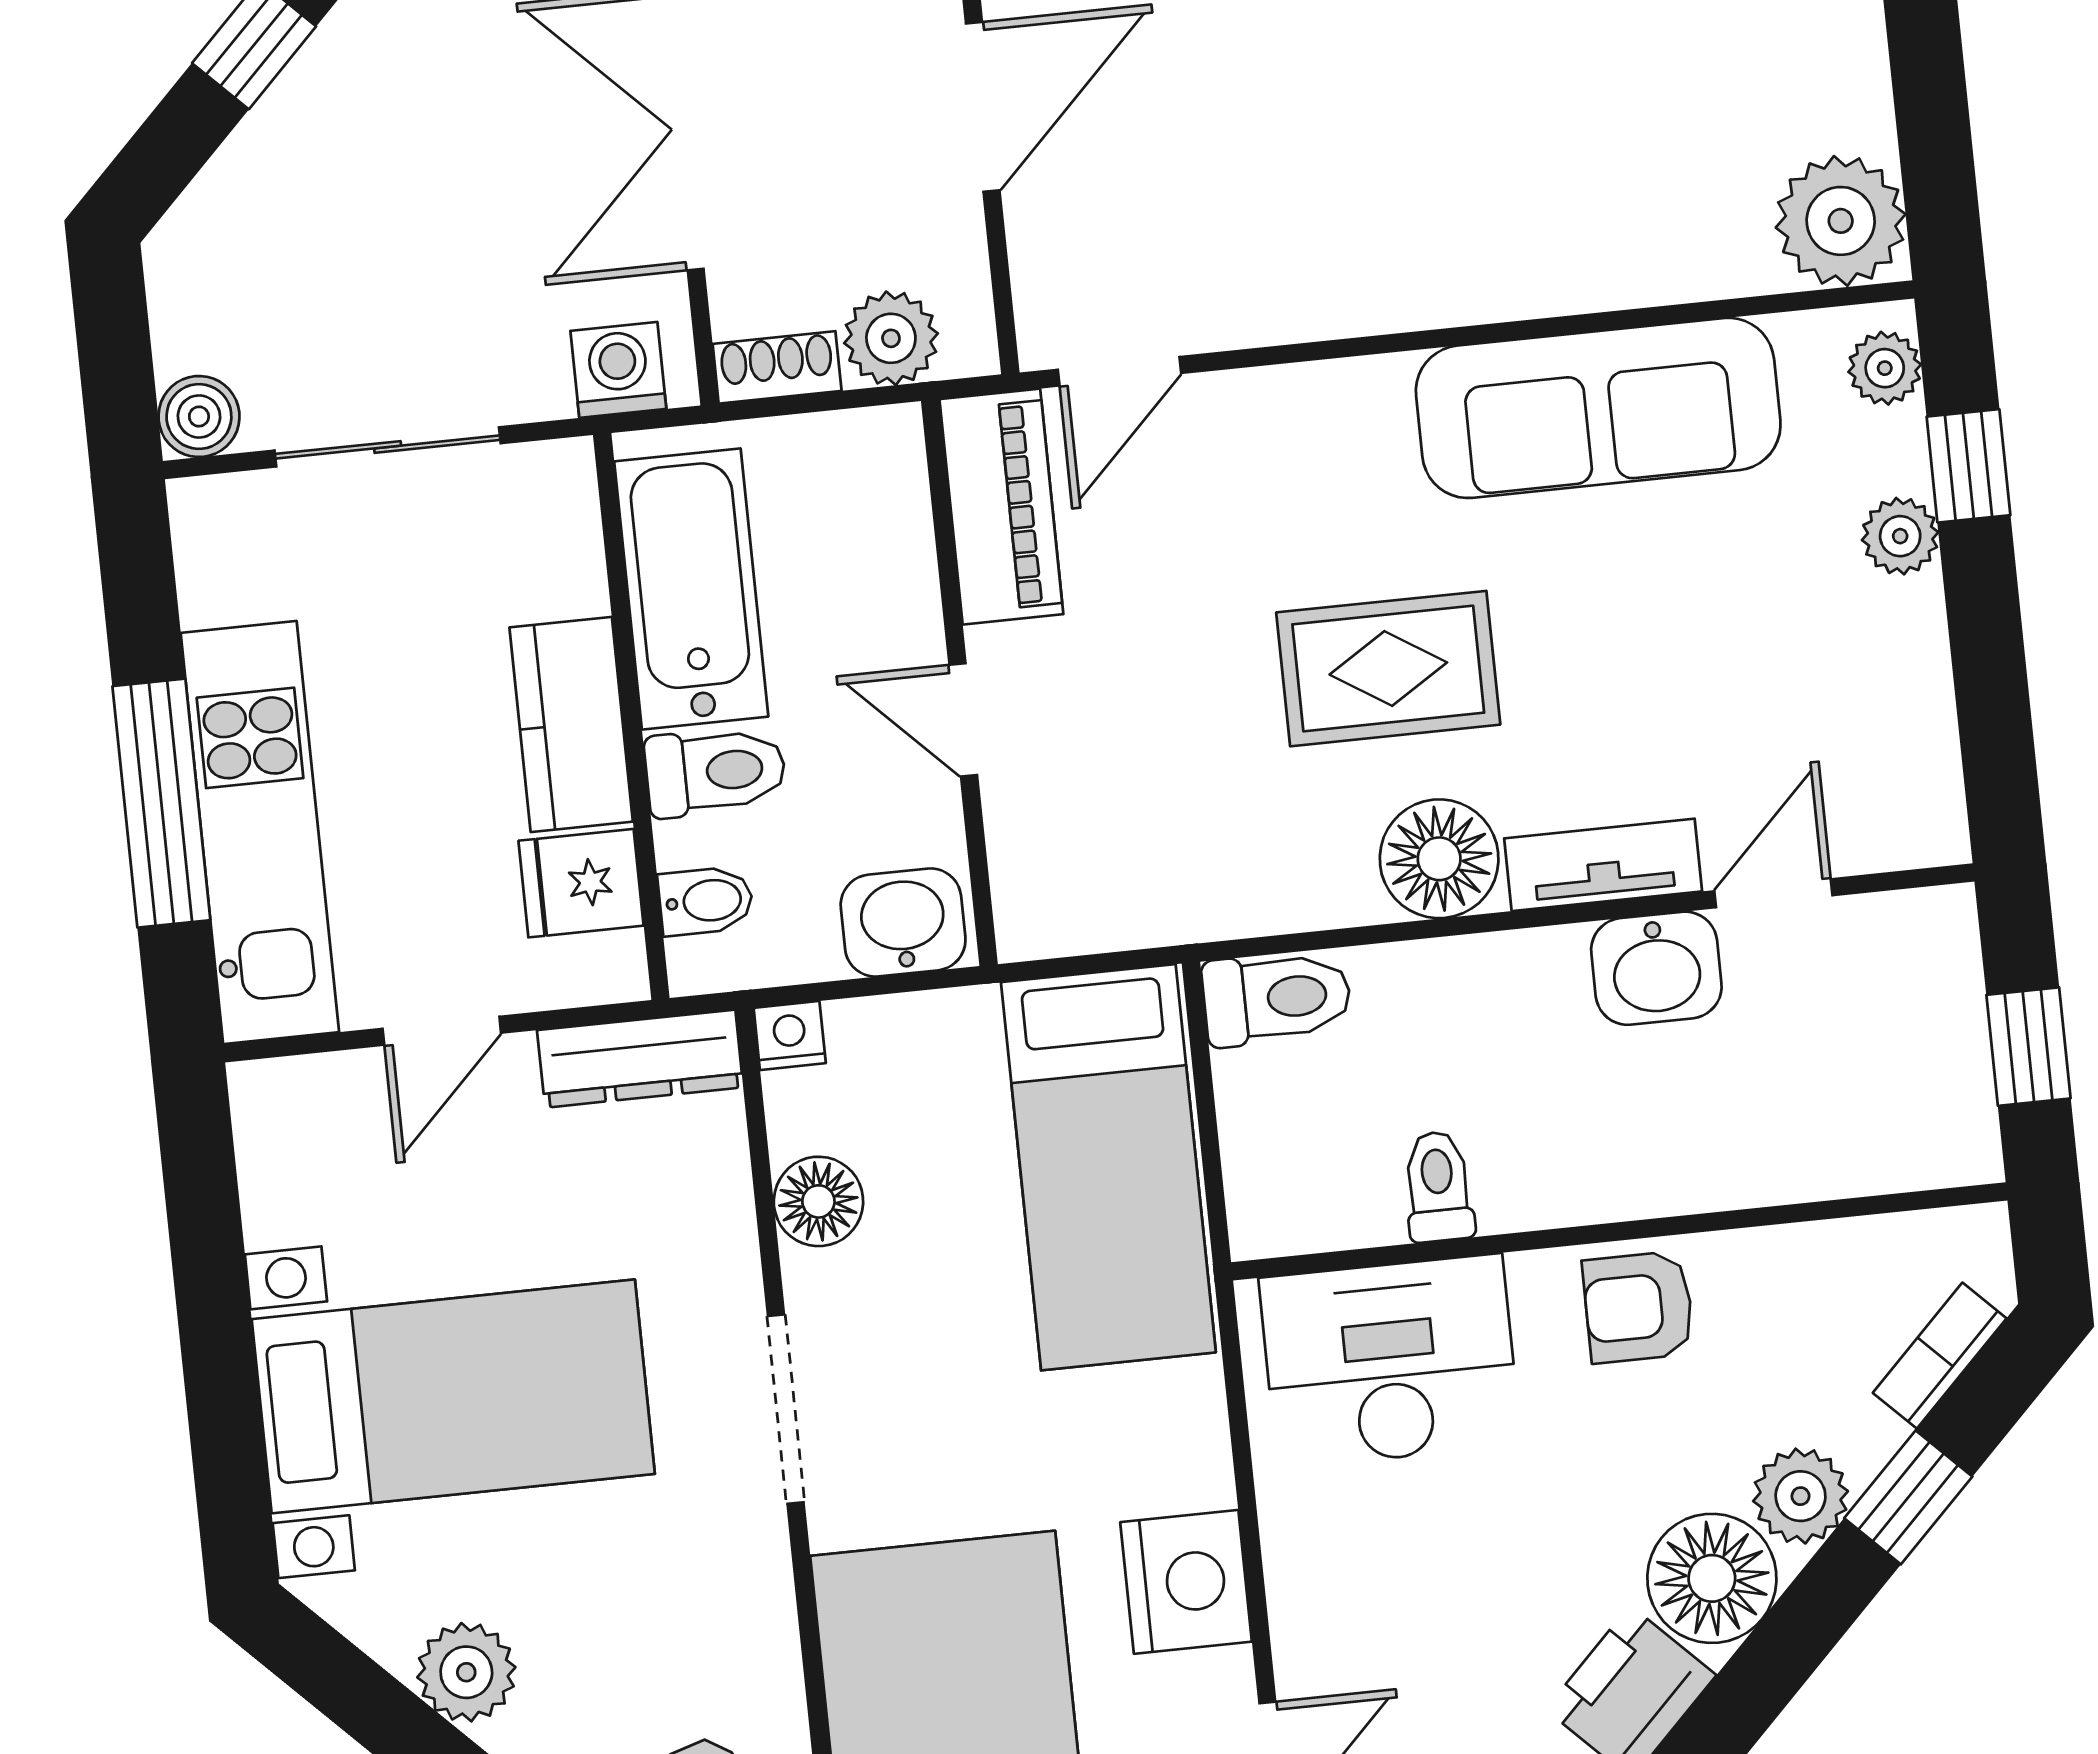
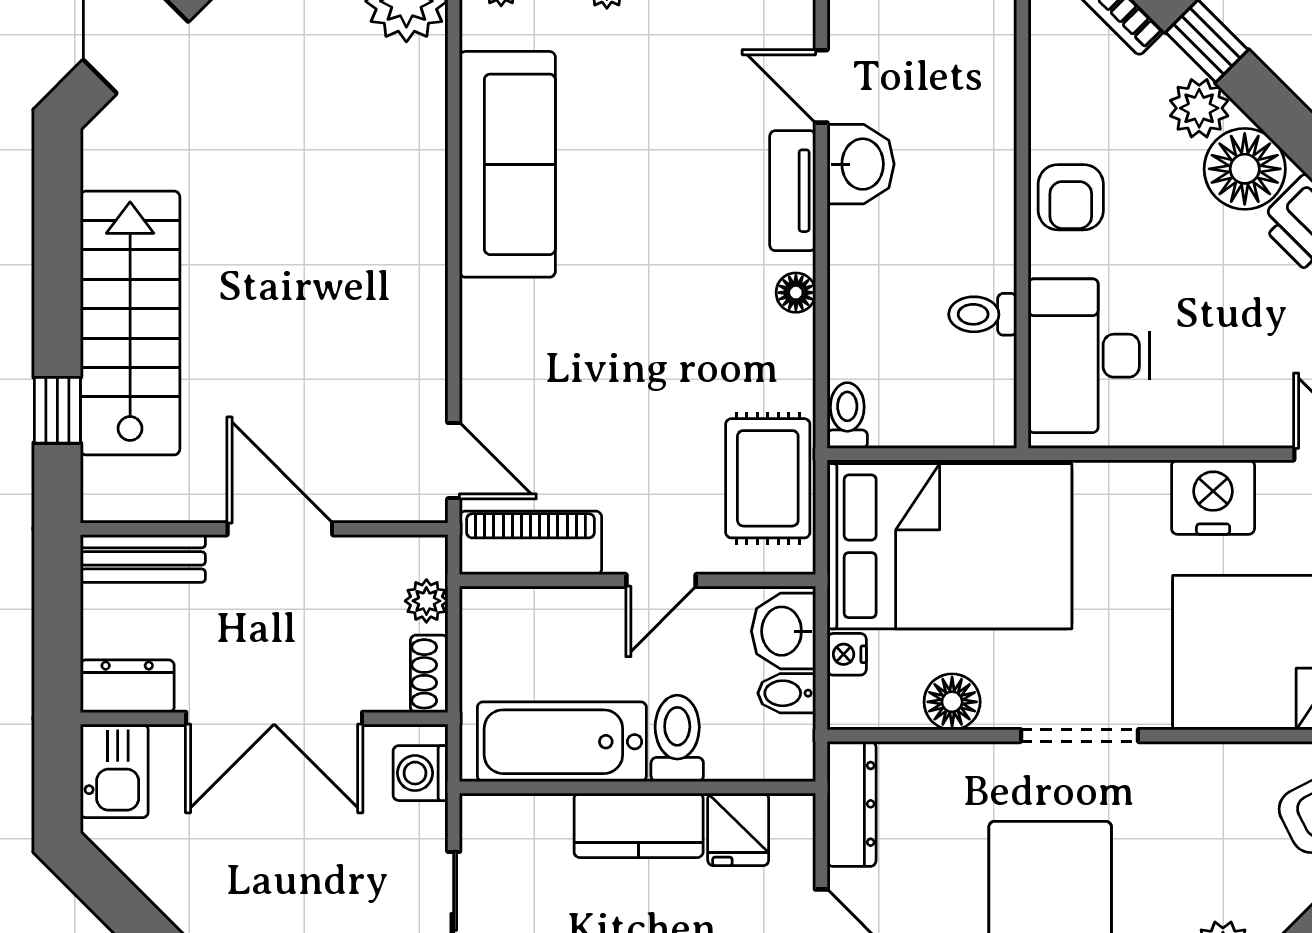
plant: (891, 338) -> (426, 601), width x0.73, depth x0.73
rug: (1388, 669) -> (768, 478), moved
floor lamp: (1439, 859) -> (796, 293), width x0.53, depth x0.53
bidet: (706, 901) -> (787, 693), moved, turned -90
toilet: (1277, 998) -> (847, 416), width x0.73, depth x0.72
nightstand: (790, 1035) -> (847, 654), moved
bed: (1108, 1167) -> (949, 546), width x1.50

